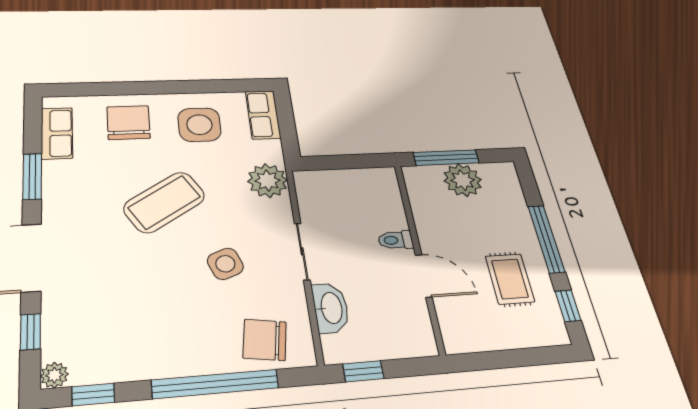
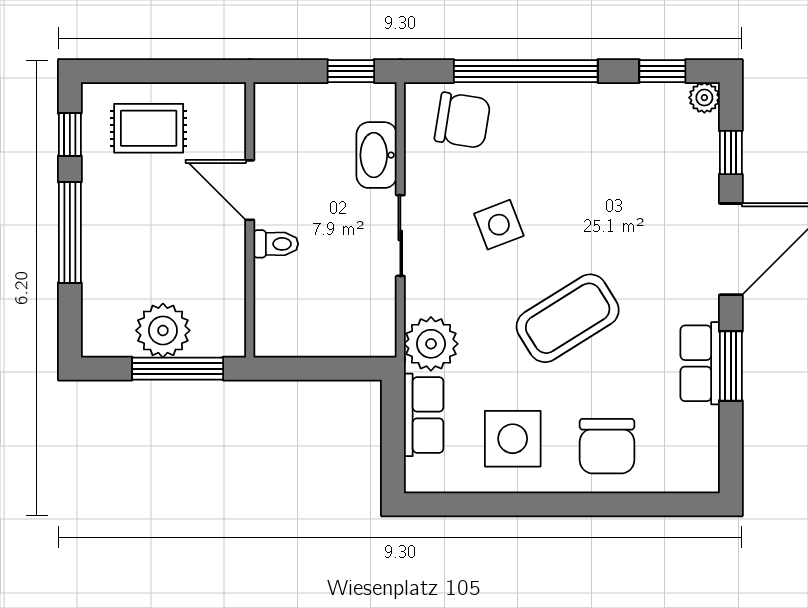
row of seats: (263, 115) -> (424, 415), moved
row of seats: (57, 133) -> (700, 363), moved
rug: (510, 279) -> (149, 128), moved, turned 90

